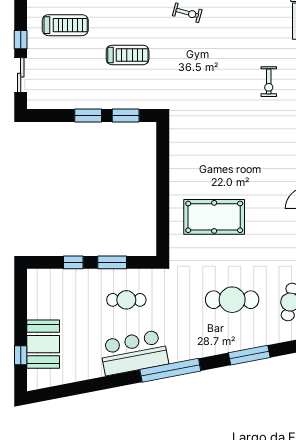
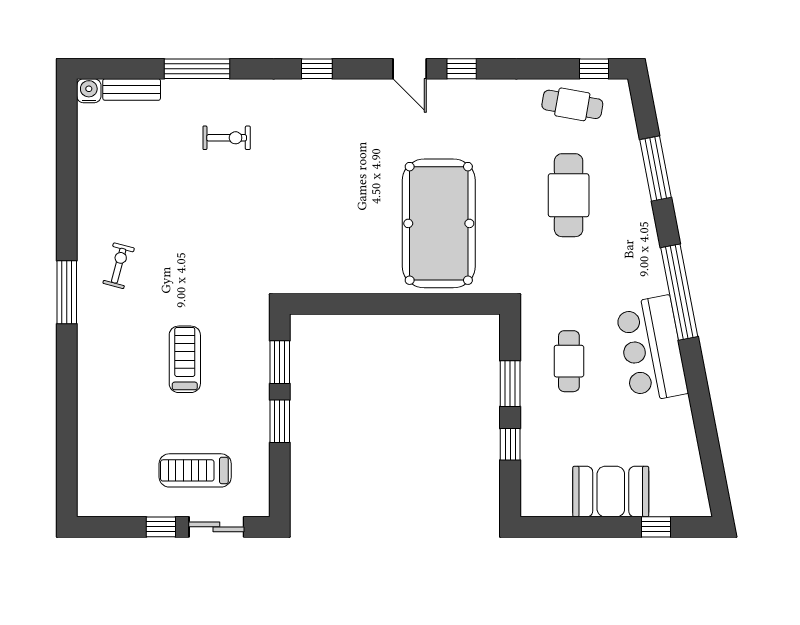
treadmill: (65, 25) -> (195, 470), moved, turned -90
pool table: (214, 217) -> (439, 223), width x1.36, depth x1.32
booth: (43, 344) -> (611, 492), moved

